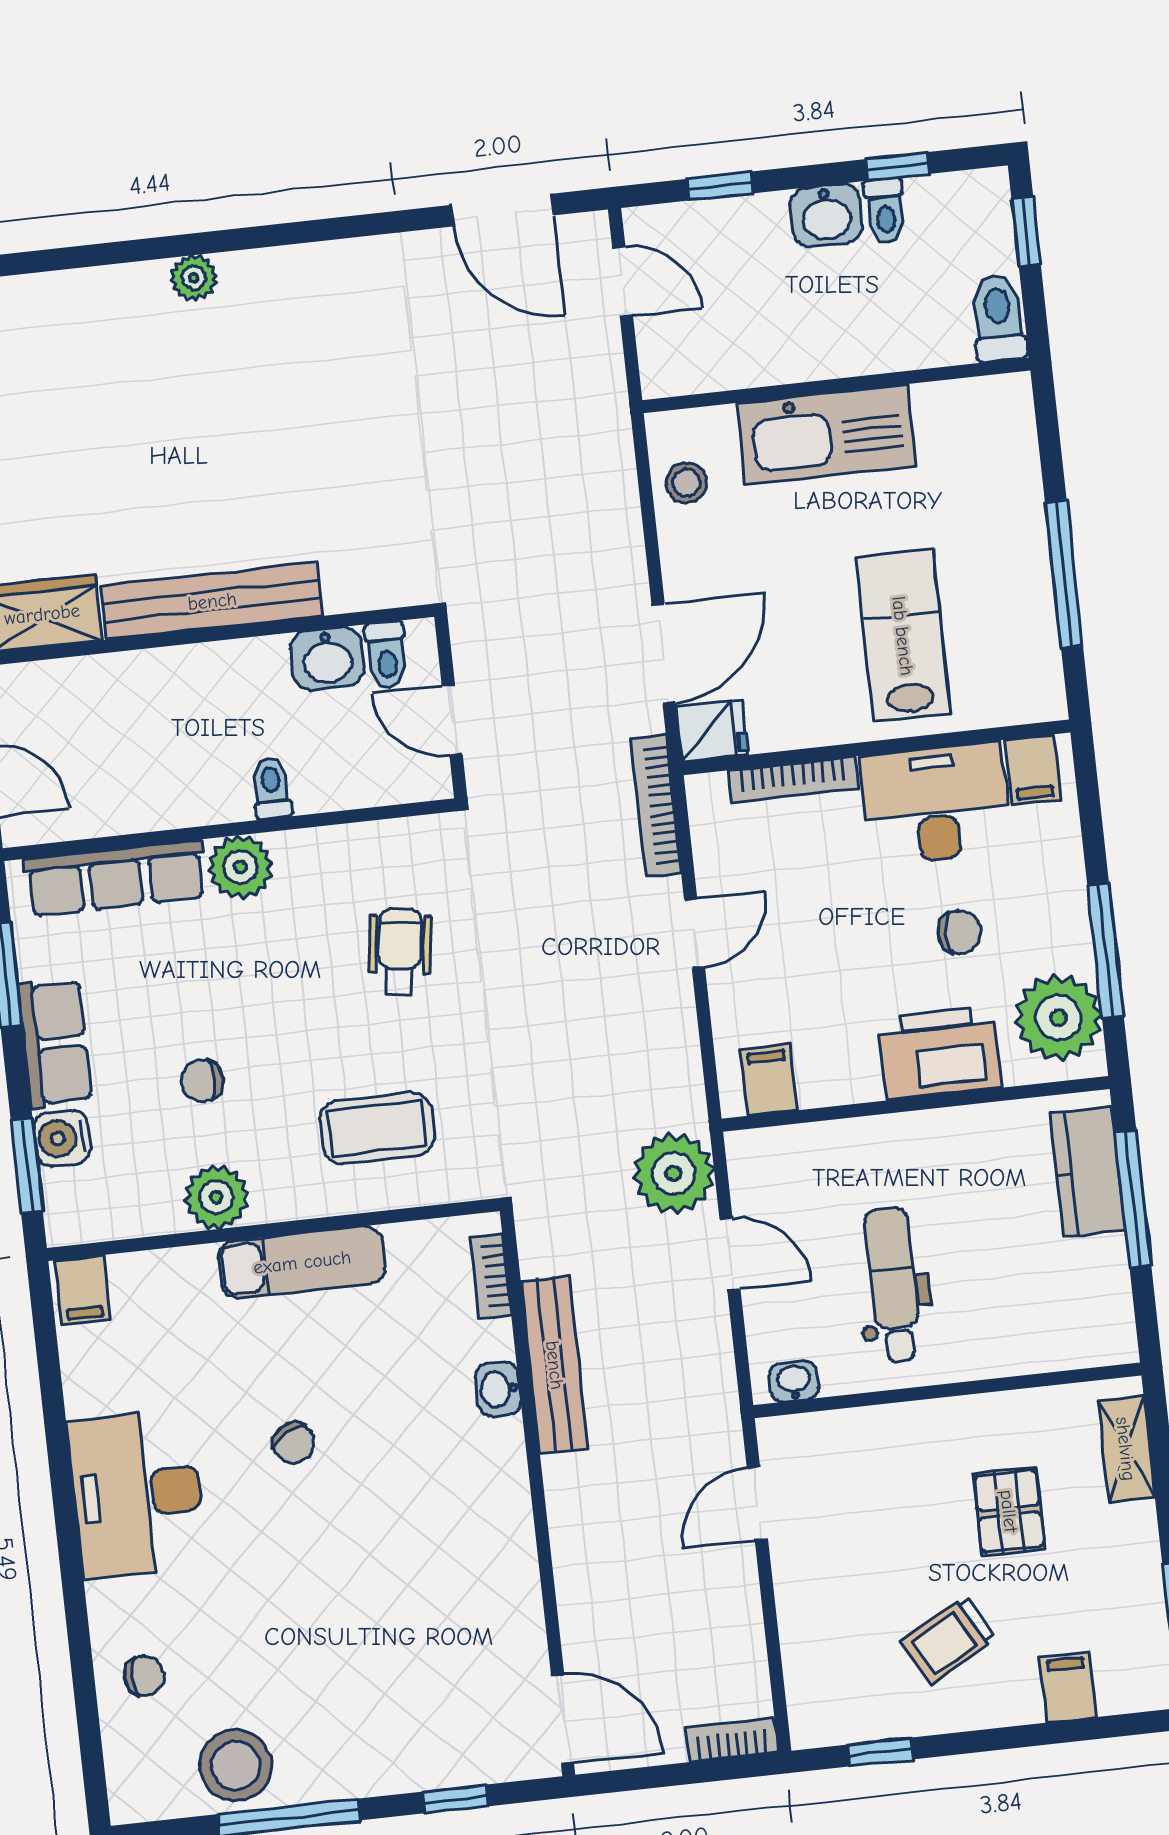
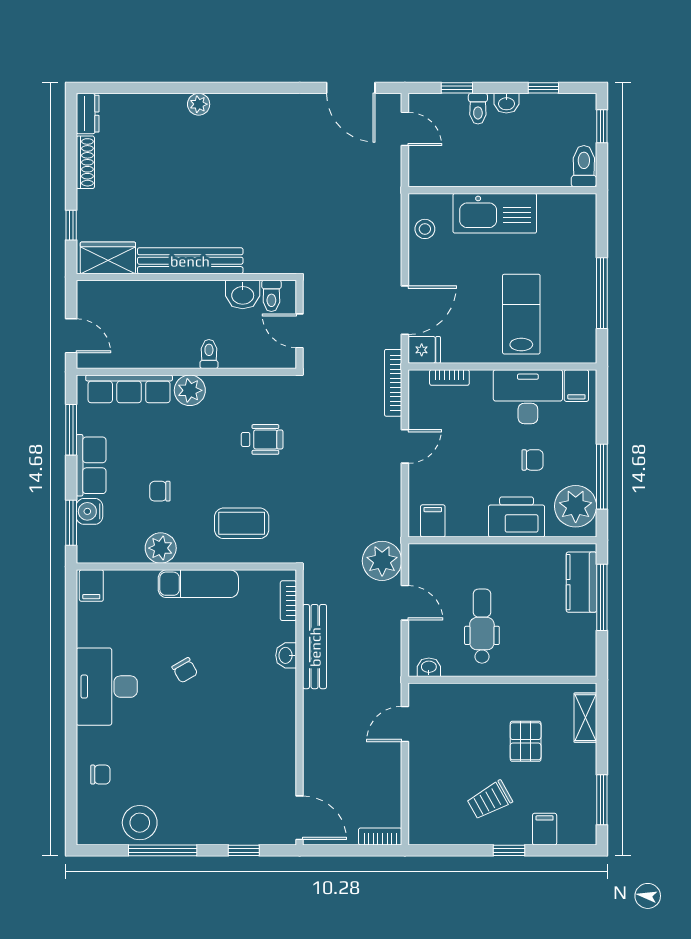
toilet: (885, 211) -> (478, 109), moved
washbasin: (826, 215) -> (506, 103), width x0.72, depth x0.69
bookcase: (793, 779) -> (449, 378), width x0.64
wheelchair: (400, 952) -> (262, 439), turned 82
window: (880, 1752) -> (509, 850), moved

